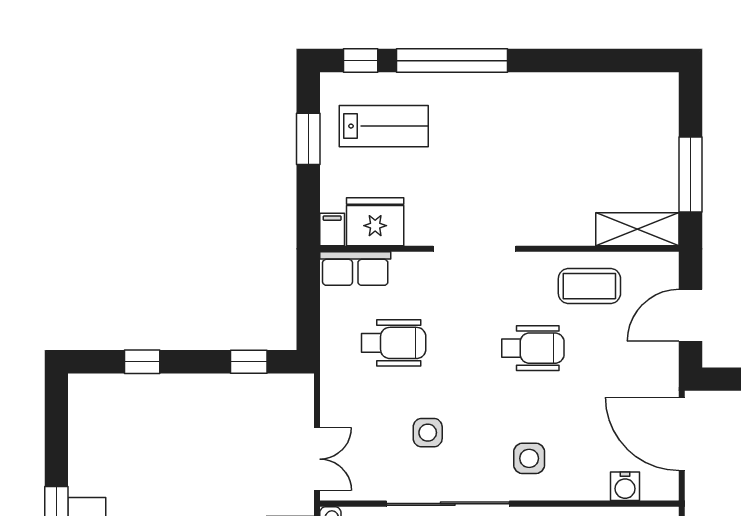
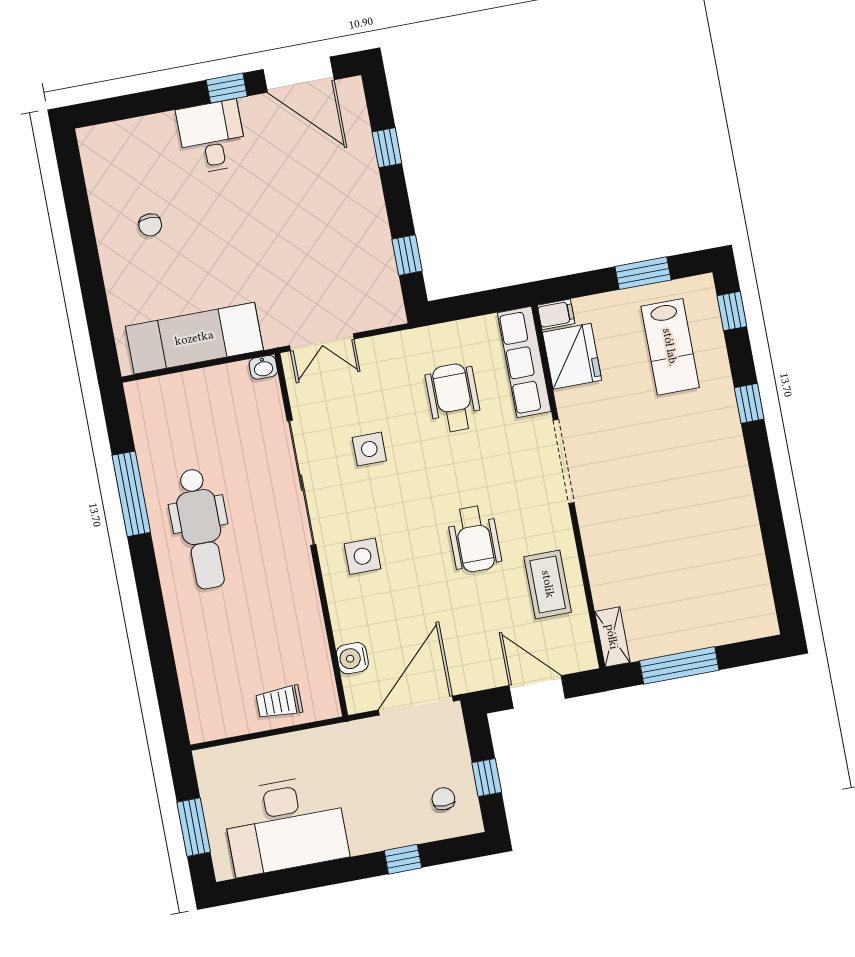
window: (452, 61) -> (749, 403), width x0.32
shelving: (637, 229) -> (612, 637), width x0.67, depth x0.75
row of seats: (355, 269) -> (524, 362), width x1.48
wheelchair: (394, 343) -> (453, 398), turned 180
door: (56, 433) -> (299, 75), added

